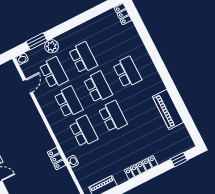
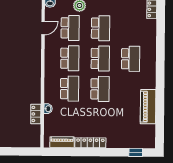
locker: (57, 159) -> (36, 114), moved
locker: (141, 168) -> (90, 143), moved

